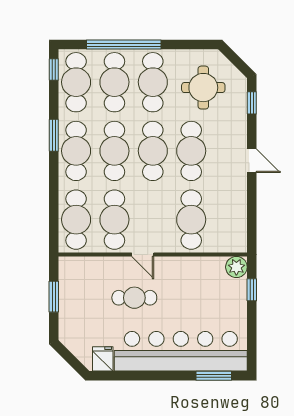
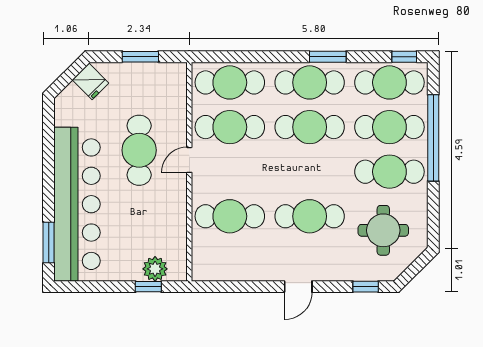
cafe table: (153, 151) -> (310, 172), removed
plant: (236, 267) -> (155, 269), moved
cafe table: (134, 298) -> (139, 150), width x1.37, depth x1.35
fridge: (103, 359) -> (90, 81), moved, turned 45

